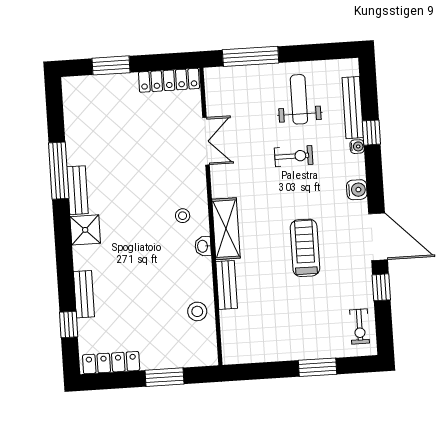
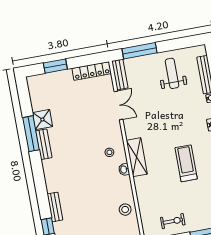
exercise bike: (294, 156) -> (173, 221), moved
shower: (85, 230) -> (42, 120), moved
bench: (227, 285) -> (120, 74), moved

